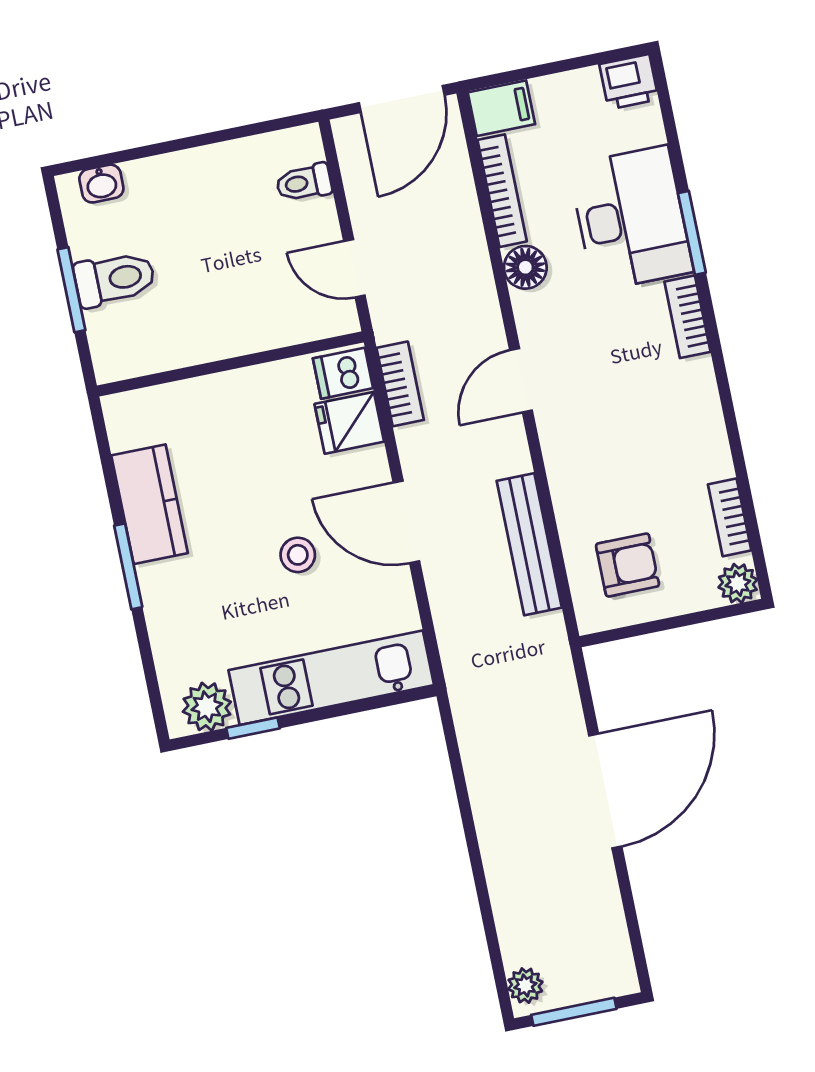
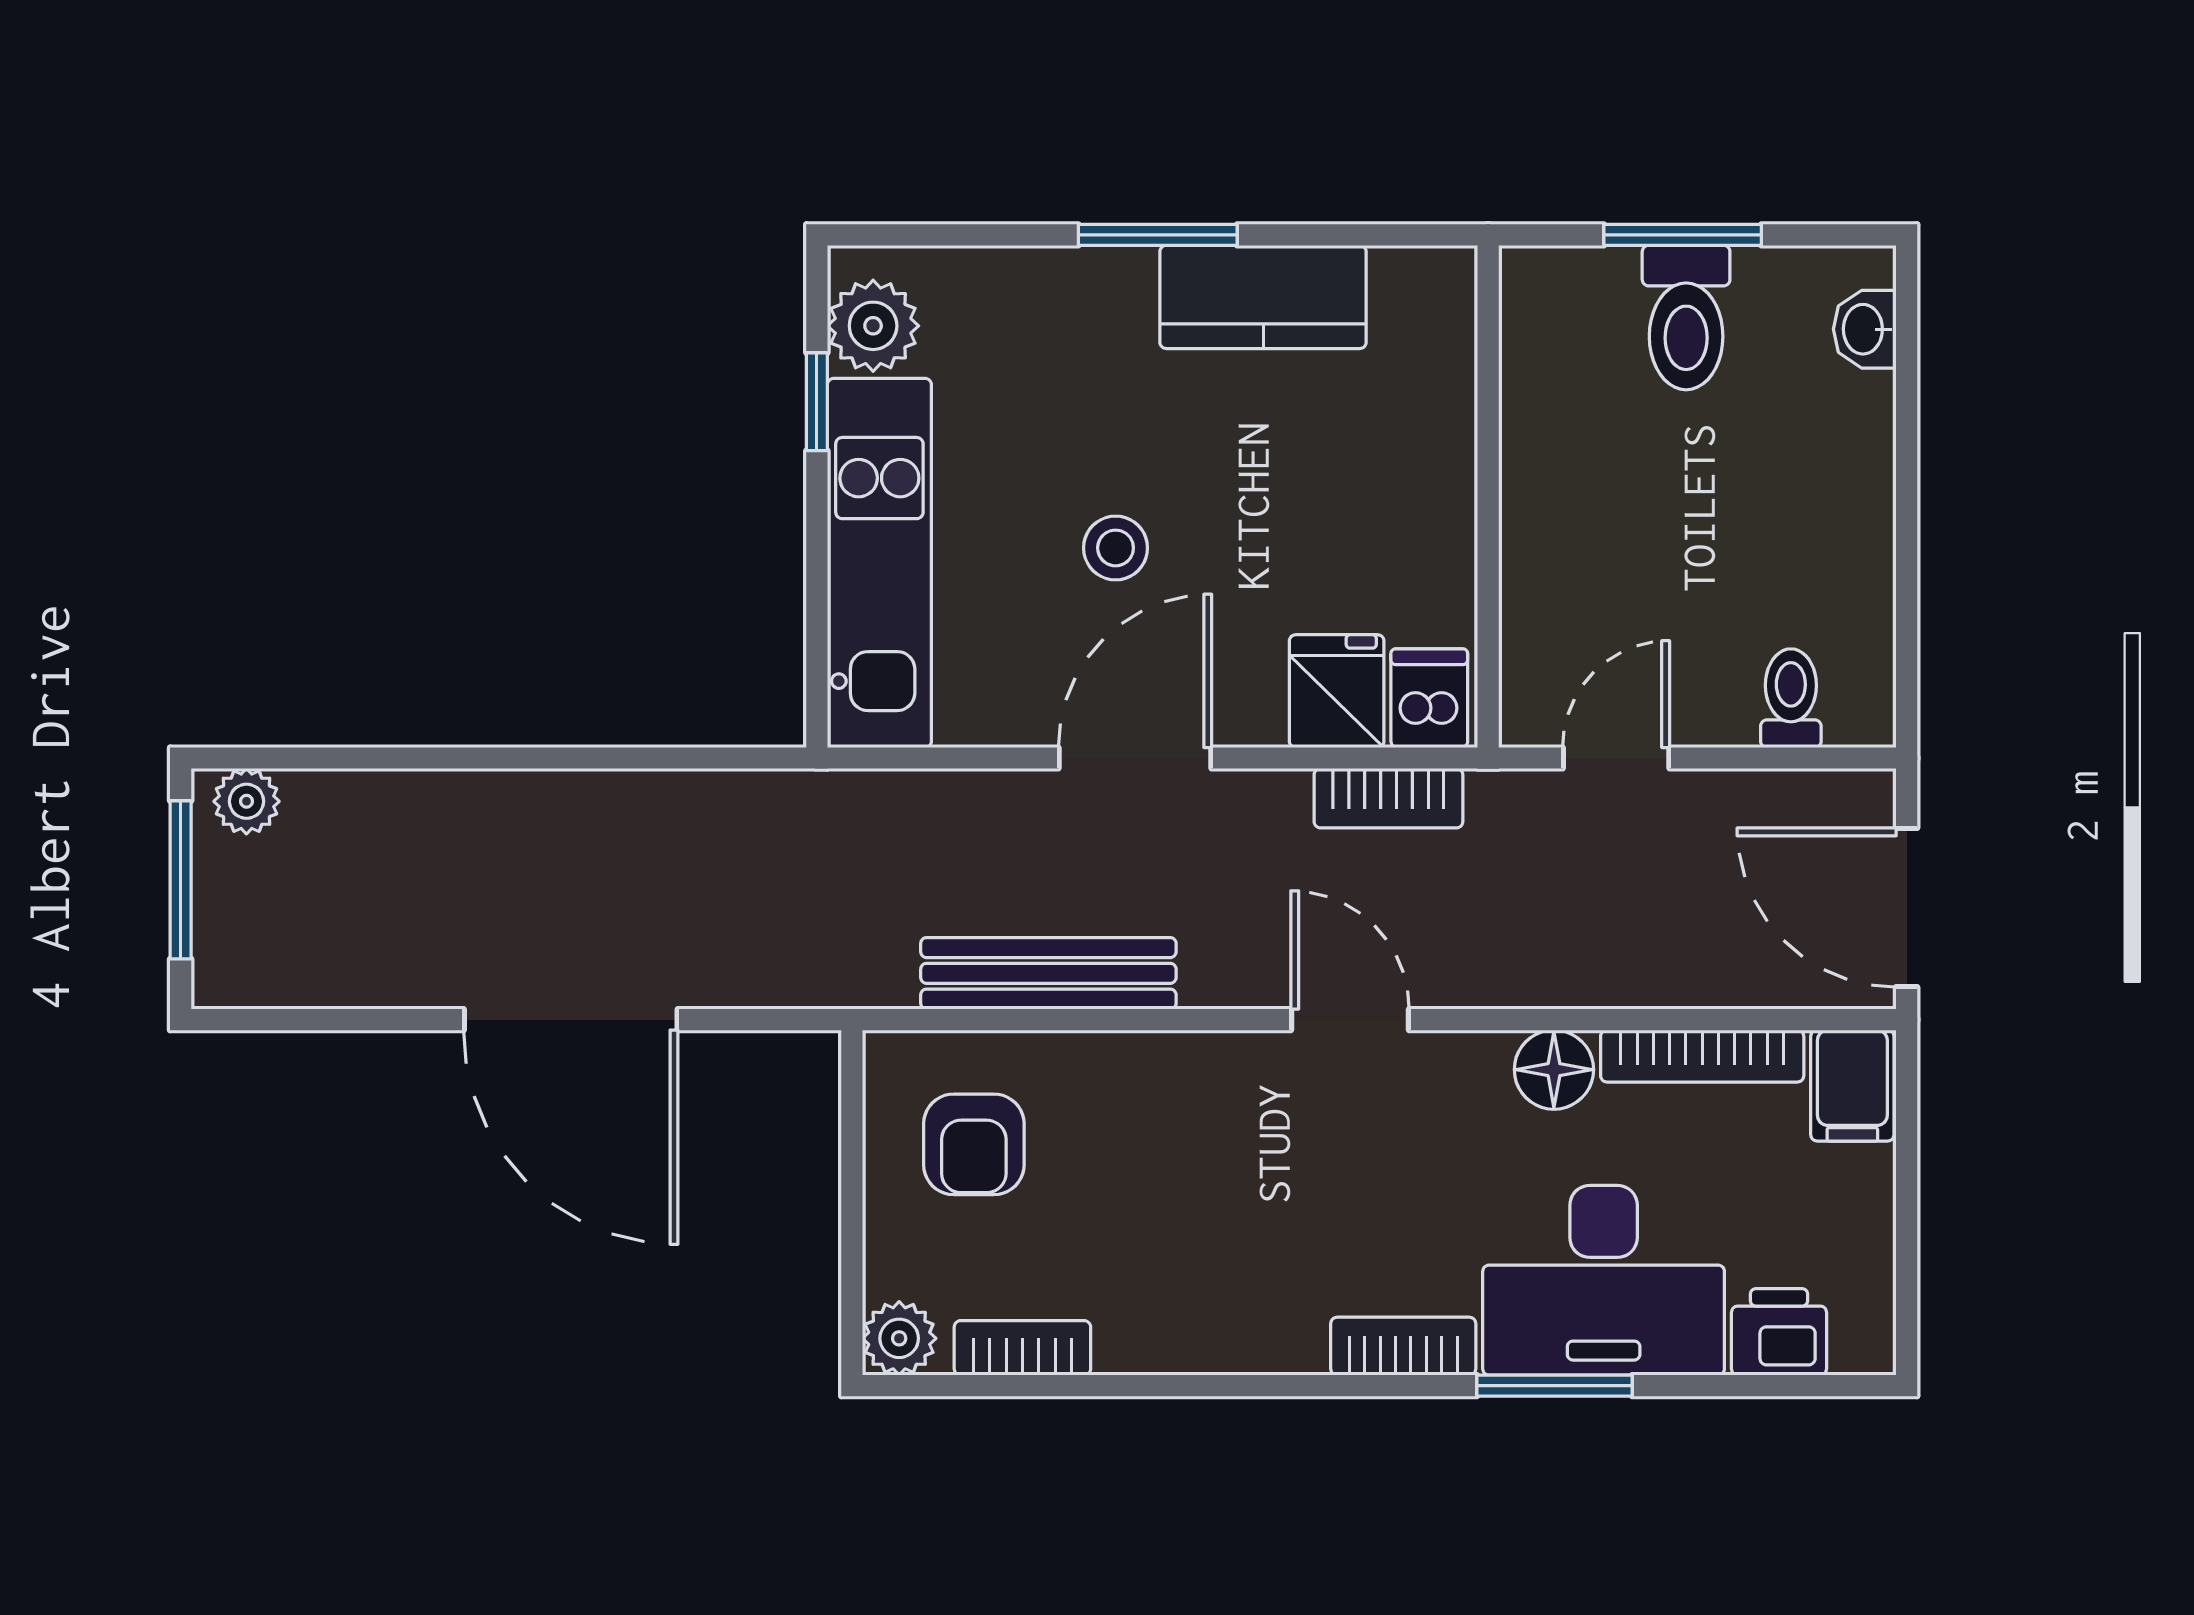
printer: (629, 82) -> (1779, 1332), moved, turned 90

